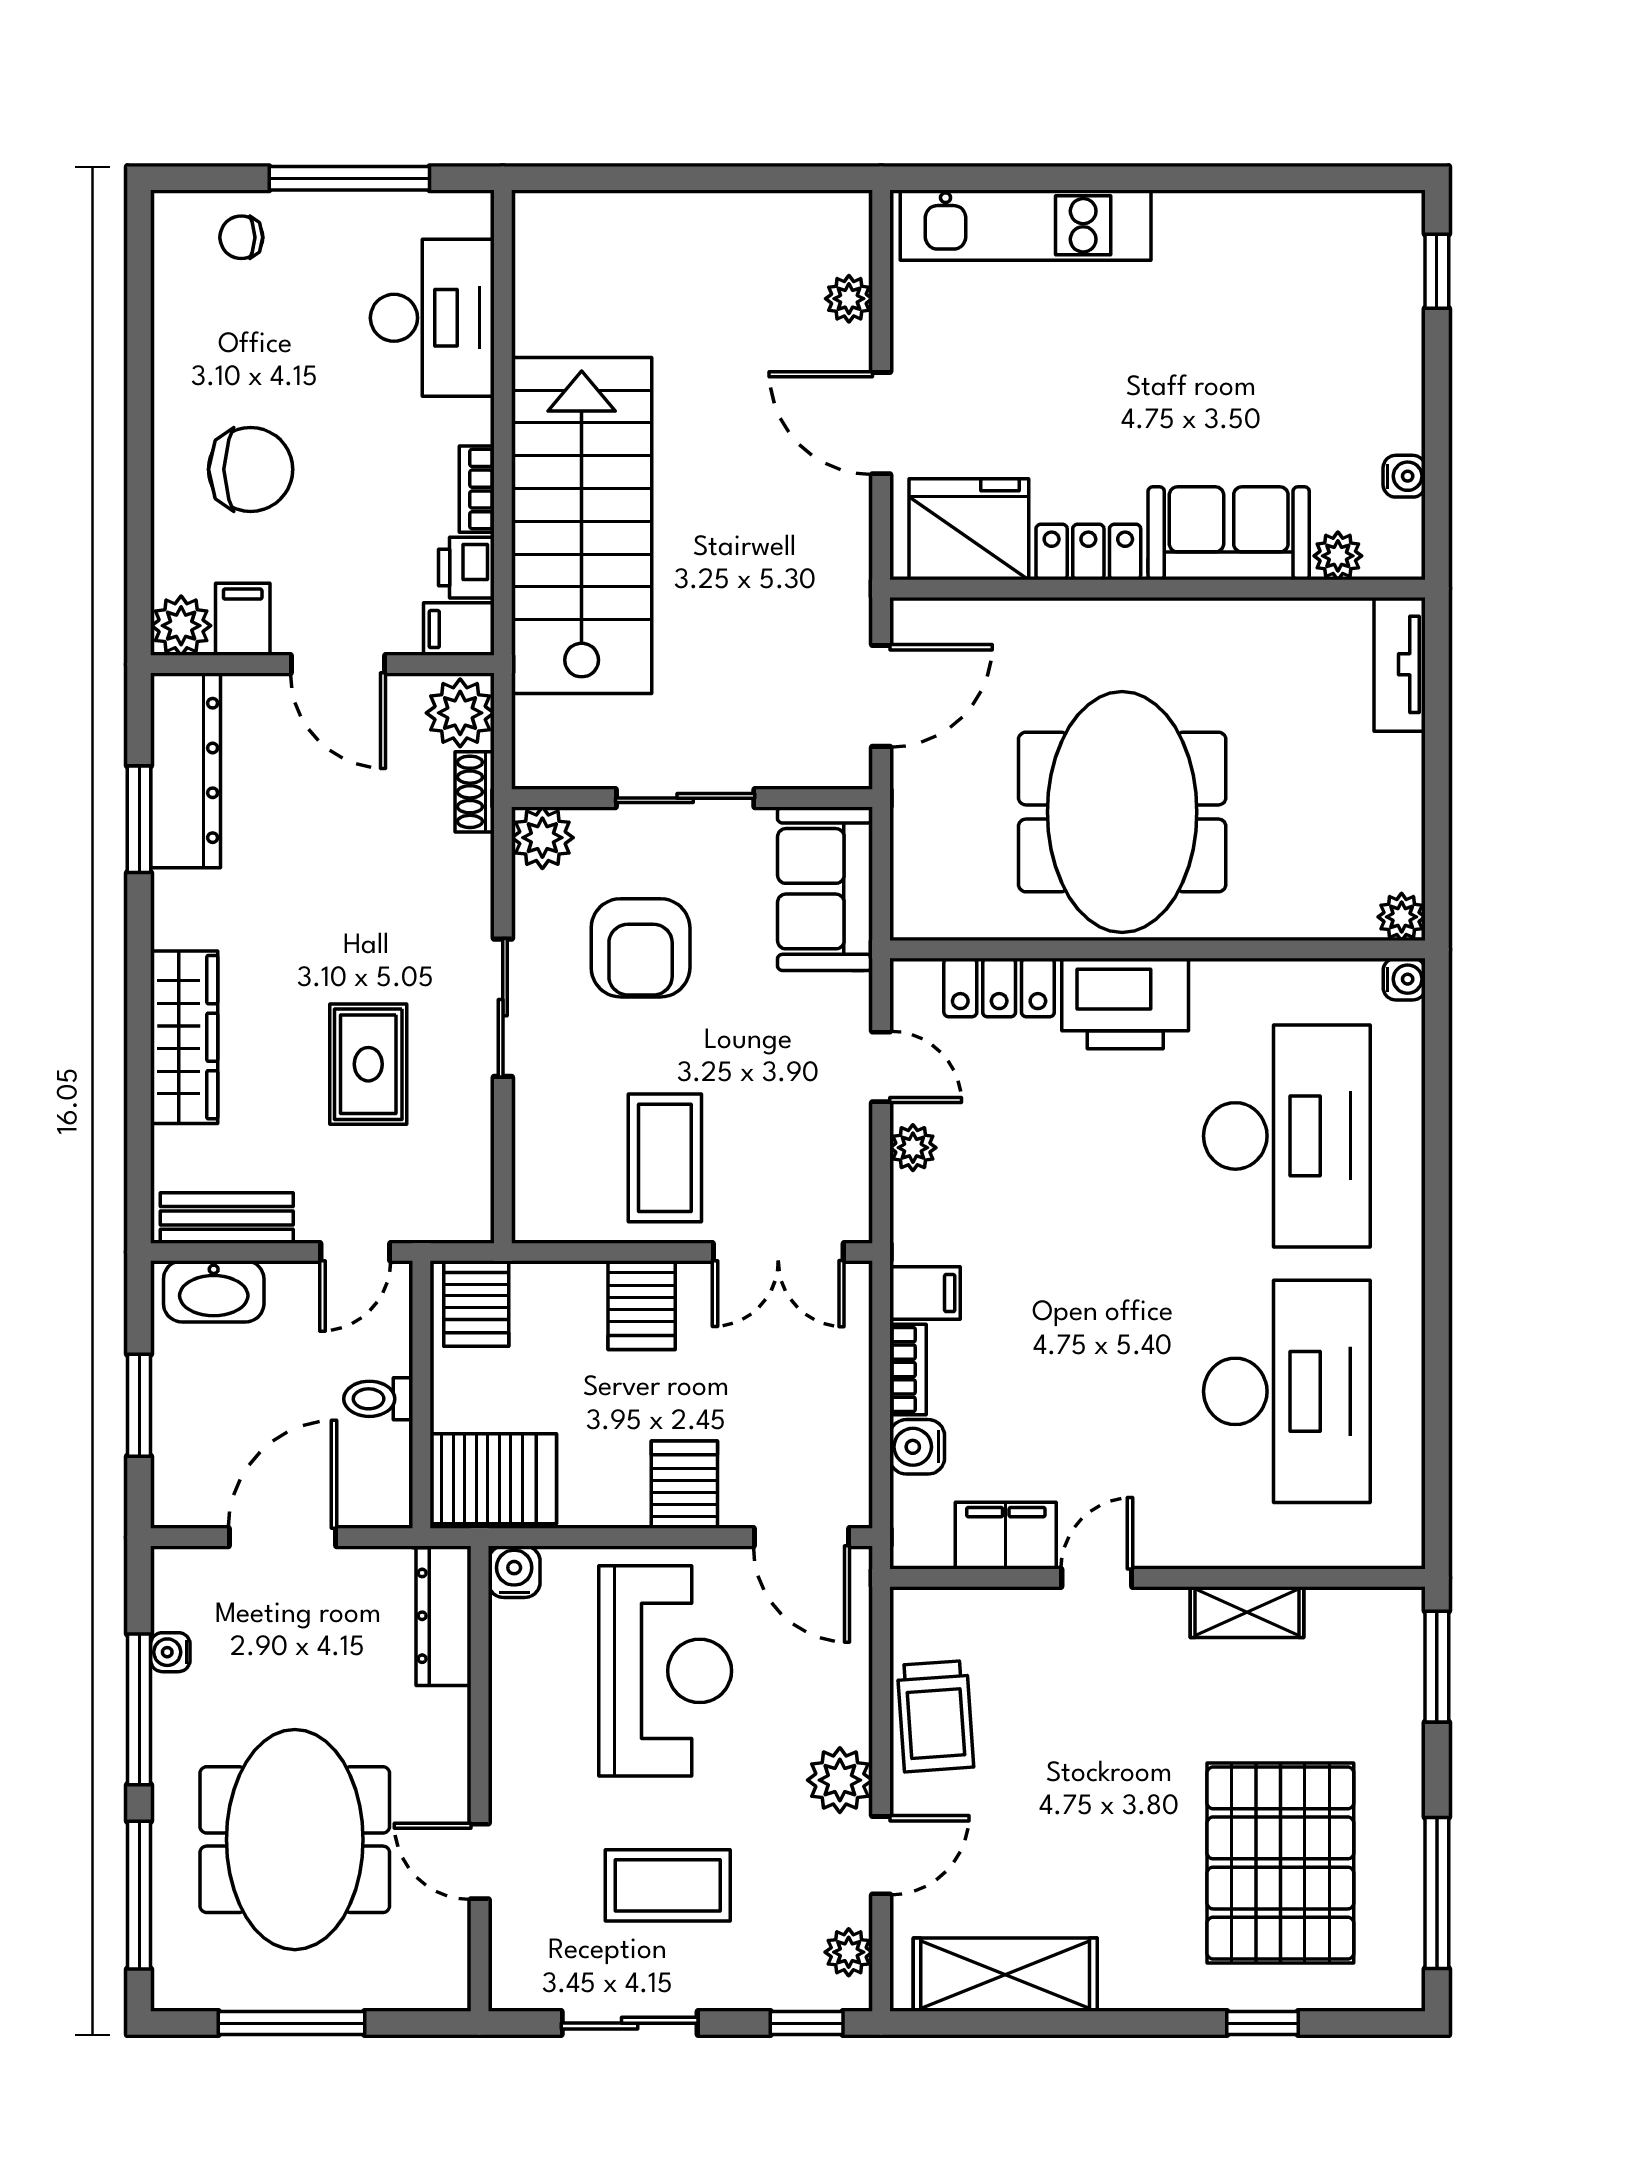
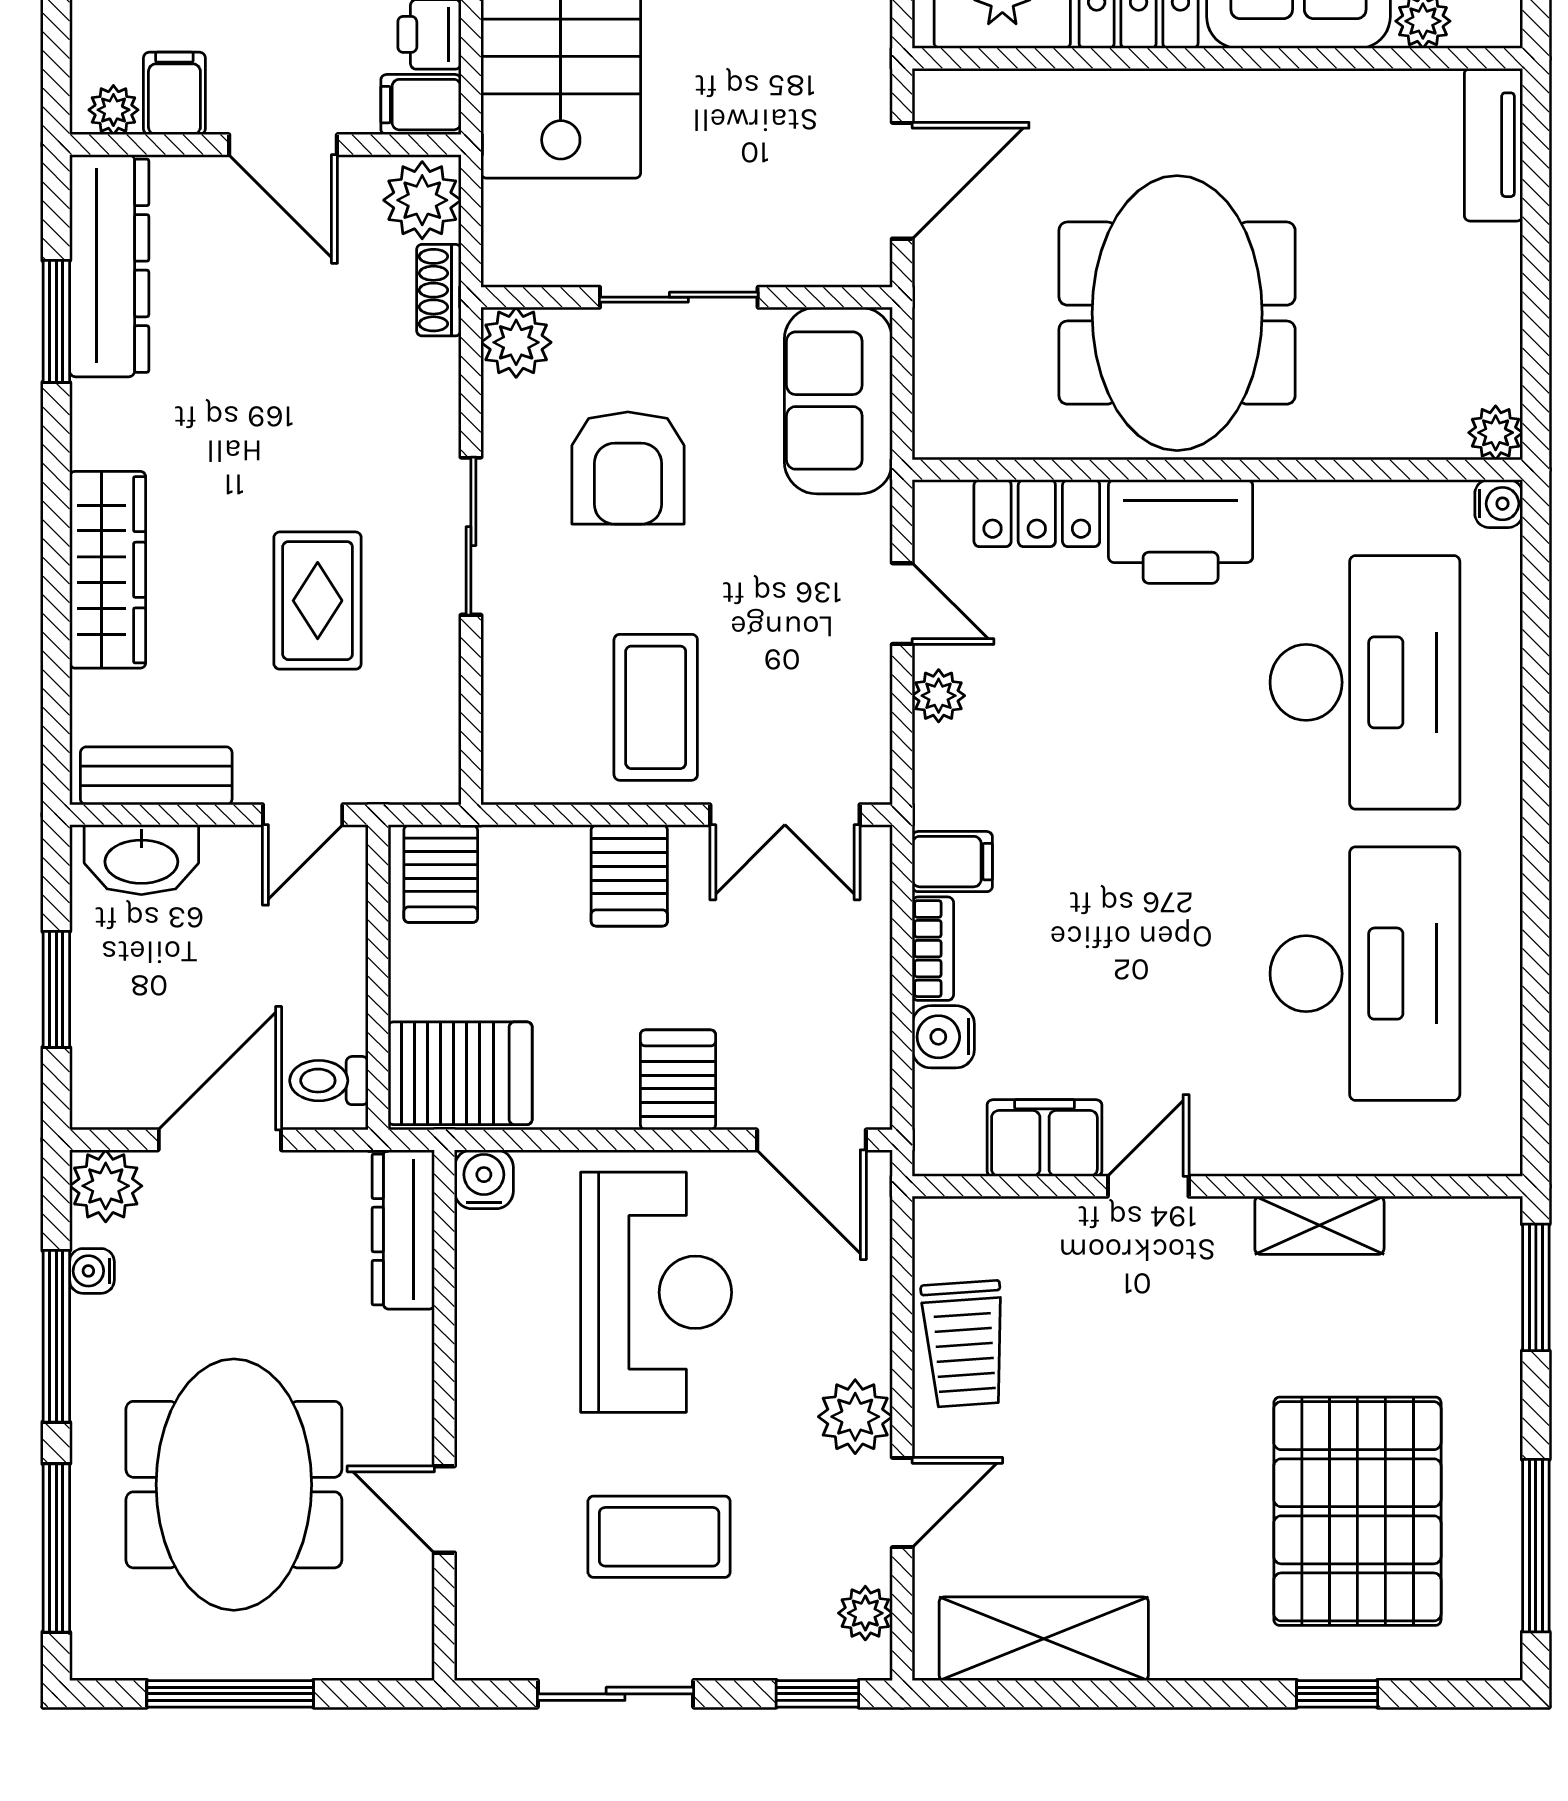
plant: (181, 626) -> (113, 110), width x0.73, depth x0.73
toilet: (378, 1399) -> (329, 1081), moved
plant: (182, 1578) -> (106, 1186), added

